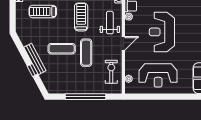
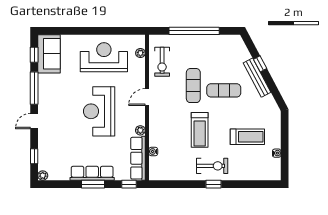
weight bench: (110, 23) -> (164, 123), removed
reception desk: (162, 32) -> (99, 111), turned 180

